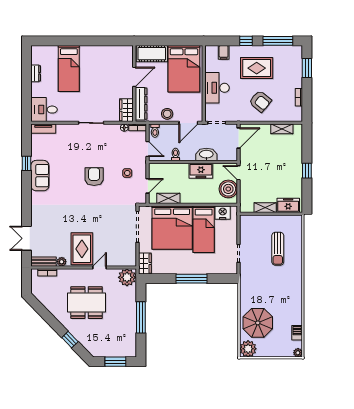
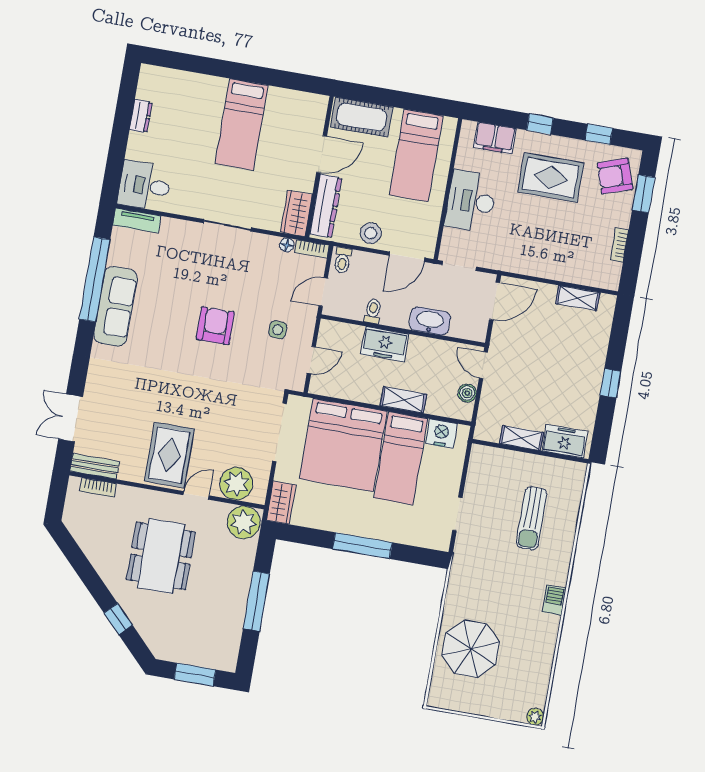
window: (278, 41) -> (599, 134), width x0.46
filing cabinet: (224, 52) -> (495, 138), width x2.00
bed: (69, 68) -> (242, 124), moved
bed: (184, 69) -> (416, 155), width x0.67
armchair: (260, 101) -> (615, 176), moved, turned 122
door: (148, 149) -> (323, 292), swing flipped
window: (27, 163) -> (95, 279), width x3.17
freezer: (201, 171) -> (385, 344), moved
sofa: (40, 176) -> (116, 306), width x1.36
boiler: (228, 189) -> (467, 393), width x0.54, depth x0.54
shelving: (168, 198) -> (403, 400), moved
plant: (62, 262) -> (236, 484), moved, width x1.87, depth x1.87
dining table: (87, 303) -> (161, 556), turned 90
barbecue: (297, 333) -> (554, 600), moved
plant: (248, 349) -> (444, 693), removed

